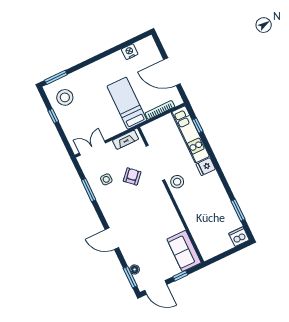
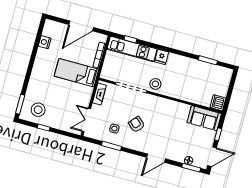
armchair: (132, 176) -> (137, 124), moved
dishwasher: (239, 237) -> (218, 103), moved

